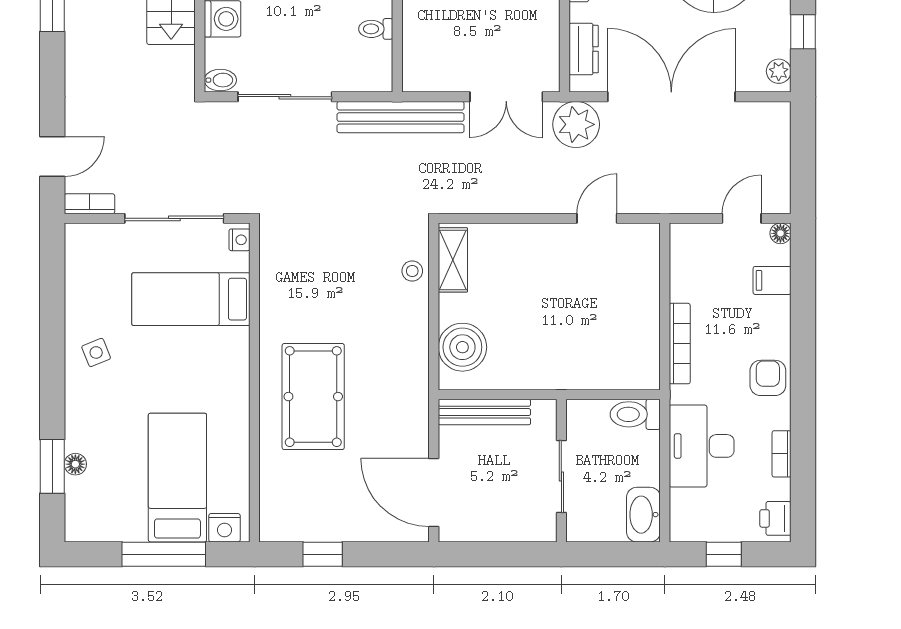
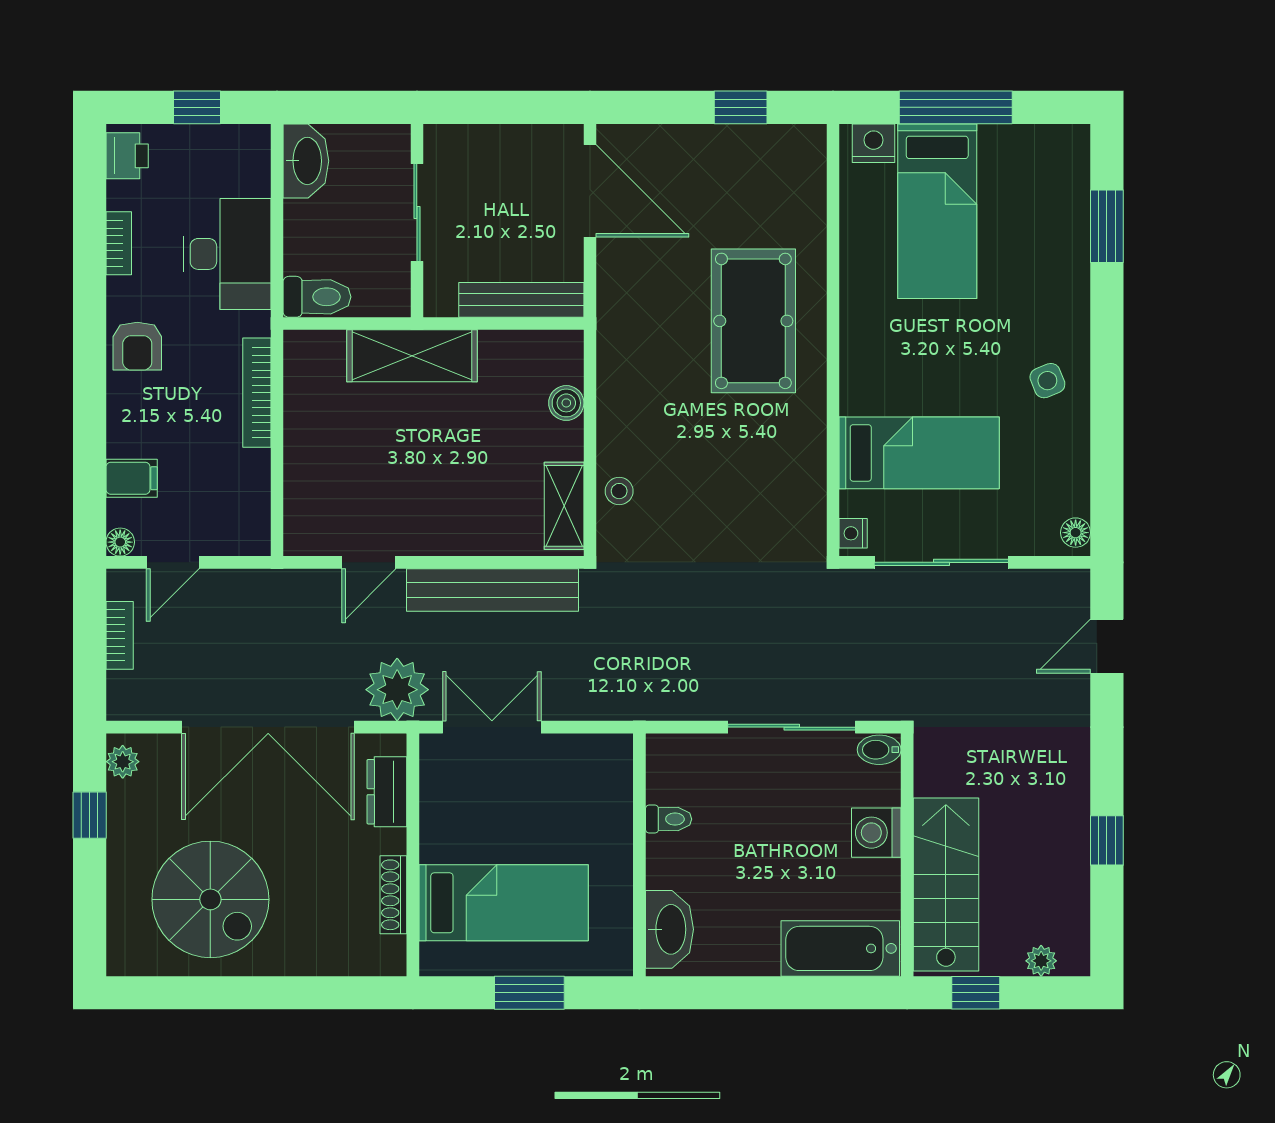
bench: (400, 117) -> (492, 590), moved
bookcase: (90, 204) -> (120, 635), moved, turned -90
boiler: (462, 347) -> (566, 403), width x0.54, depth x0.54
shelving: (565, 371) -> (412, 356), added
floor lamp: (75, 464) -> (1076, 533), moved

